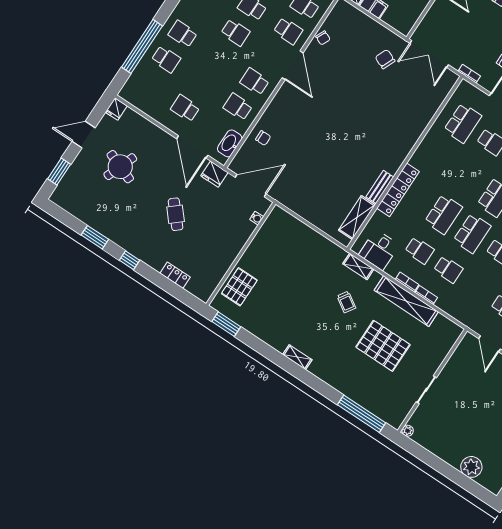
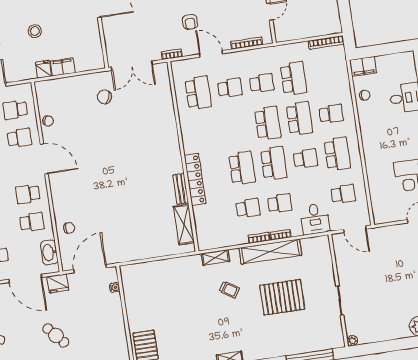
school desk: (238, 107) -> (32, 222), turned 180
desk: (379, 250) -> (315, 219), moved

